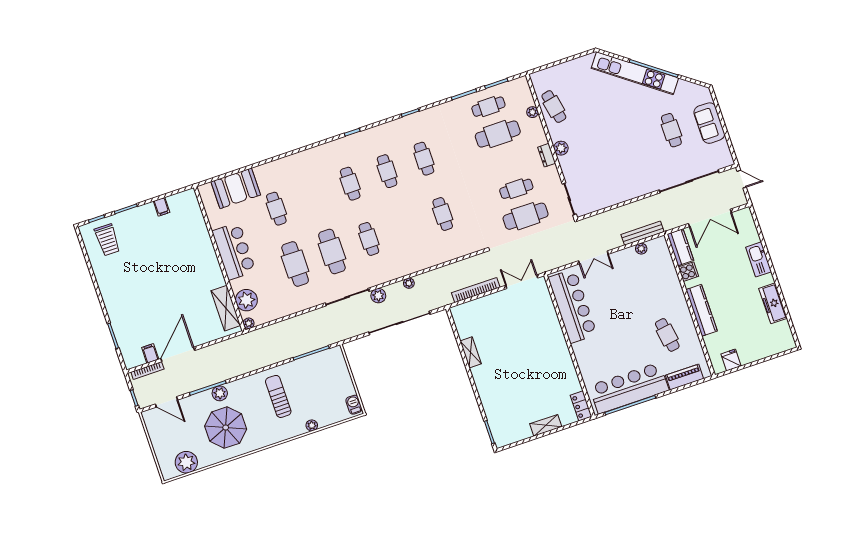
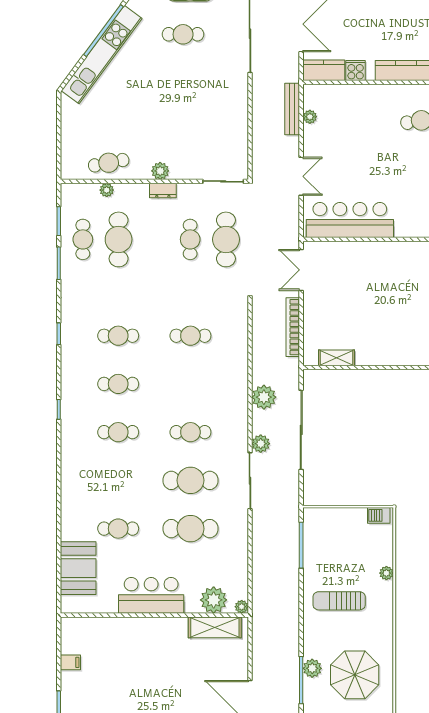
plant: (409, 283) -> (264, 397), width x1.87, depth x1.87
shelving: (471, 352) -> (336, 358), moved

